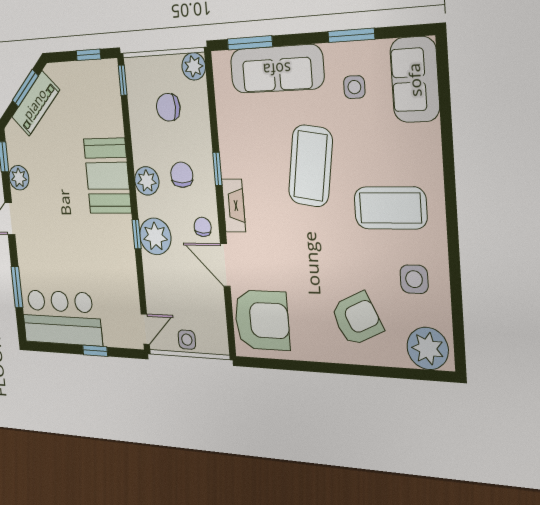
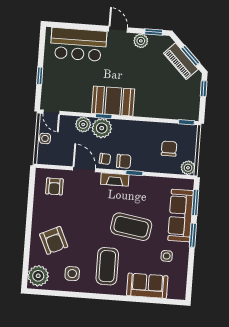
window: (351, 35) -> (193, 235), moved
window: (88, 55) -> (204, 89), moved
sofa: (415, 80) -> (147, 286), moved
chair: (182, 175) -> (124, 161), moved
booth: (107, 176) -> (113, 101), moved
plant: (147, 181) -> (83, 124), moved
door: (225, 265) -> (84, 169), hinge flipped
window: (17, 287) -> (78, 26), removed
bar counter: (61, 318) -> (78, 44), moved, turned 90
armchair: (262, 320) -> (54, 186), width x0.53, depth x0.53

